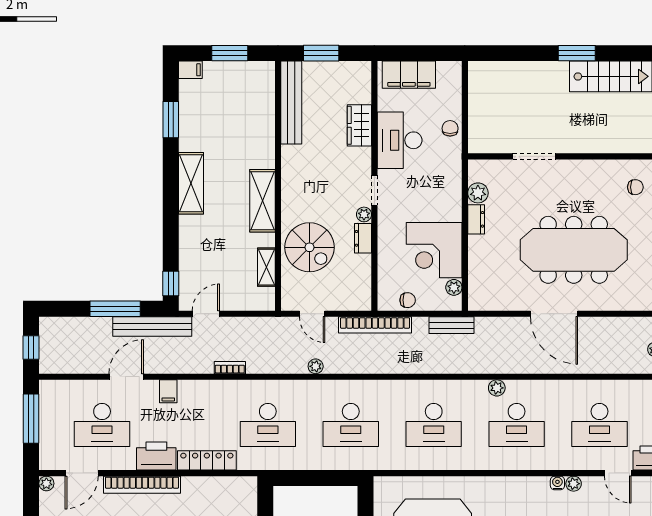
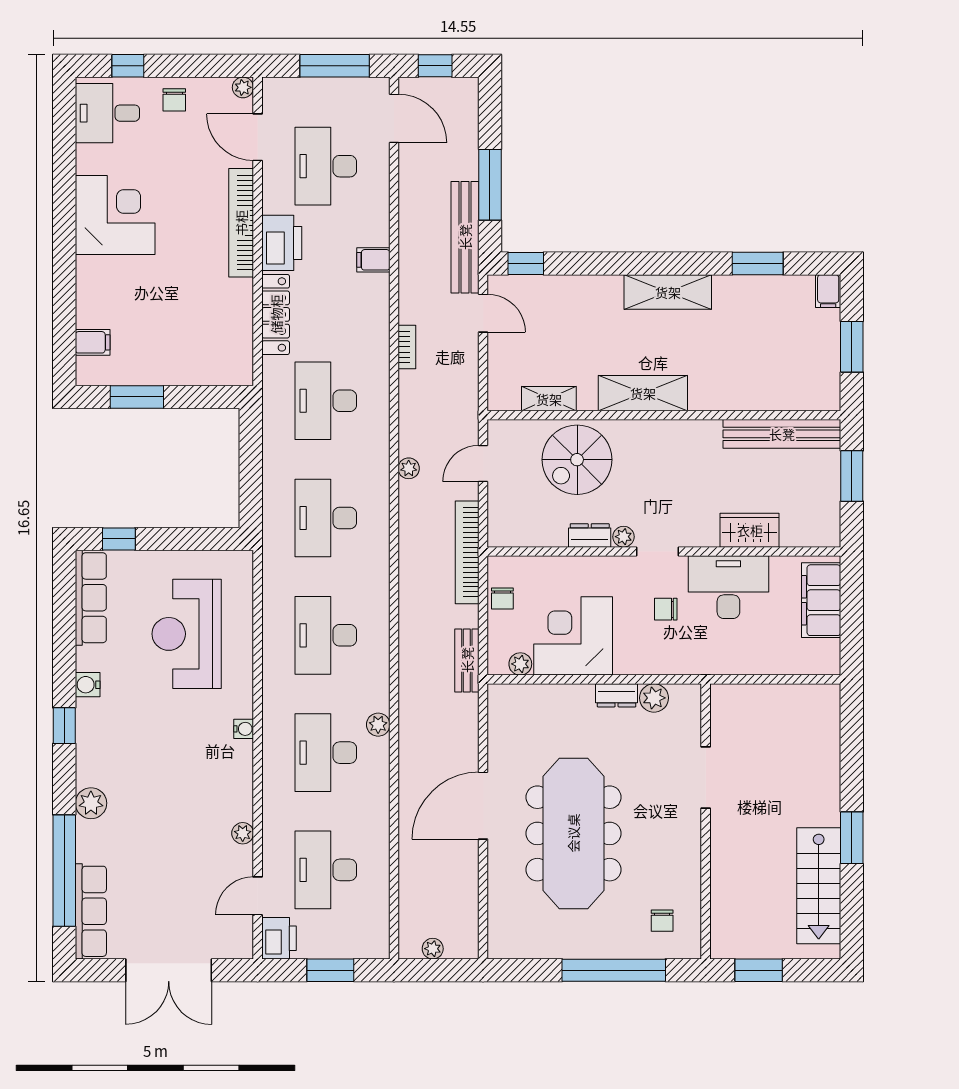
chair: (450, 128) -> (666, 609), moved, turned 180
door: (126, 377) -> (394, 118), moved
water cooler: (557, 483) -> (244, 729), moved

